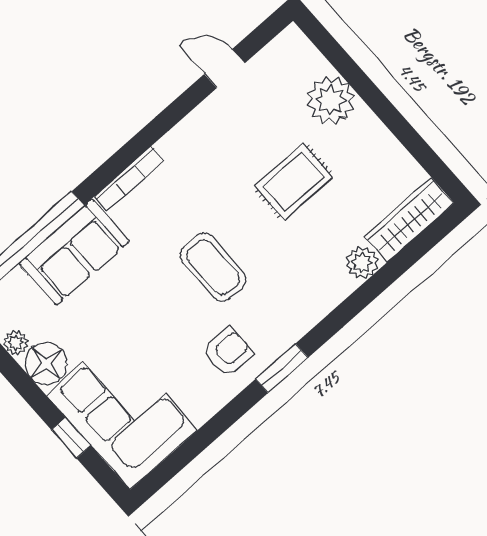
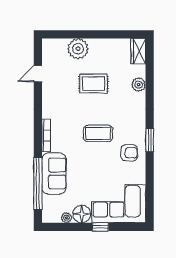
rug: (294, 182) -> (94, 84), turned 90
wardrobe: (409, 220) -> (138, 51), width x0.67
armchair: (228, 352) -> (129, 153), turned 90
window: (71, 438) -> (100, 227), moved

